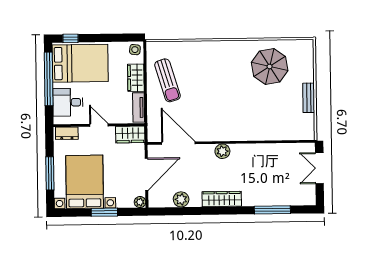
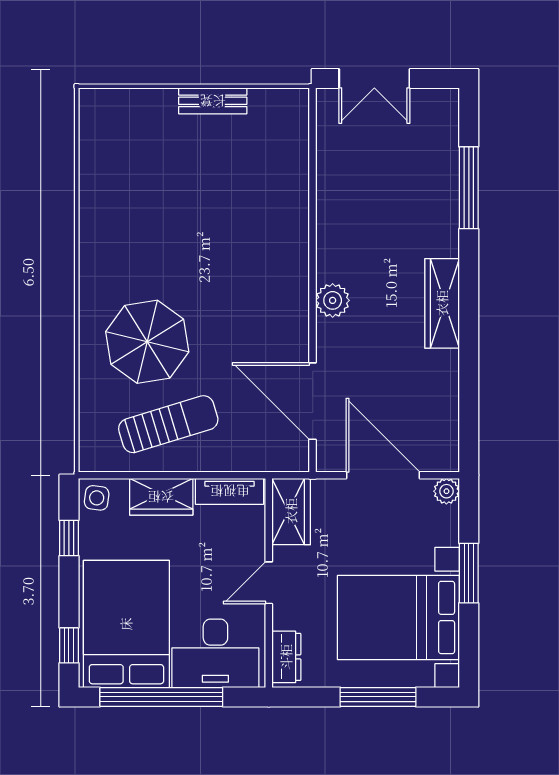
window: (117, 38) -> (69, 538), added
parasol: (270, 66) -> (147, 342), moved
desk: (68, 102) -> (215, 653), width x1.37
door: (178, 143) -> (313, 401), hinge flipped
plant: (181, 199) -> (442, 397), removed

